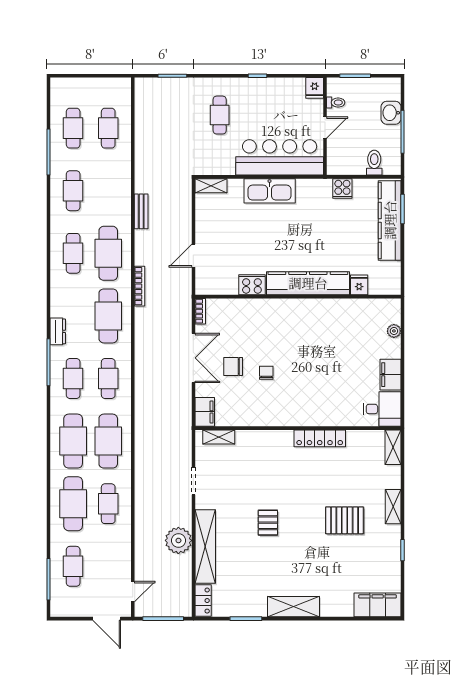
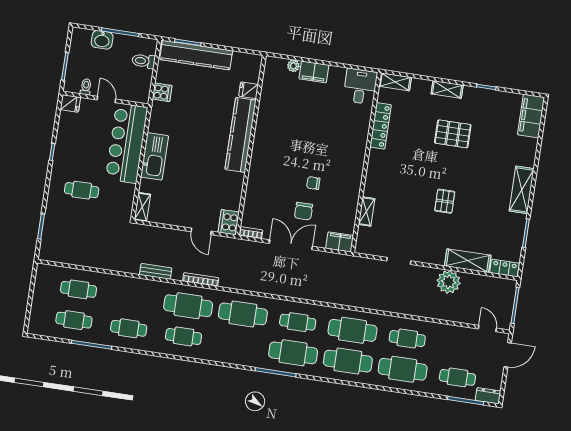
cooker: (252, 285) -> (229, 222), moved
bookcase: (140, 286) -> (201, 280), moved
dresser: (58, 331) -> (488, 396), moved
filing cabinet: (390, 375) -> (314, 72), moved
cafe table: (73, 378) -> (293, 353), width x1.37, depth x1.35
shelving: (219, 437) -> (367, 211), moved
locker: (320, 438) -> (381, 126), moved
pallet: (345, 520) -> (453, 134), turned 90
pallet: (268, 523) -> (445, 201), turned 90
shelving: (205, 547) -> (468, 261), width x0.68

